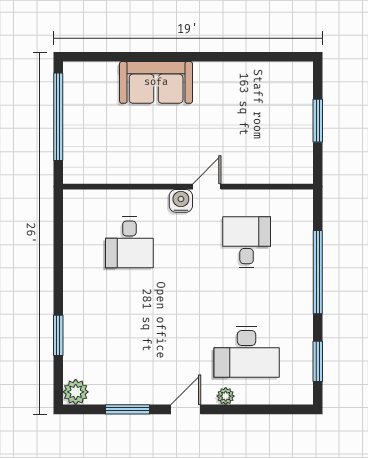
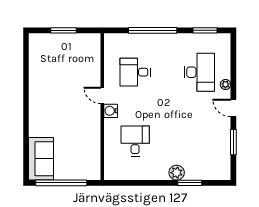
sofa: (156, 82) -> (41, 159), moved
desk: (129, 242) -> (135, 141), turned -90
plant: (76, 392) -> (177, 173), moved

